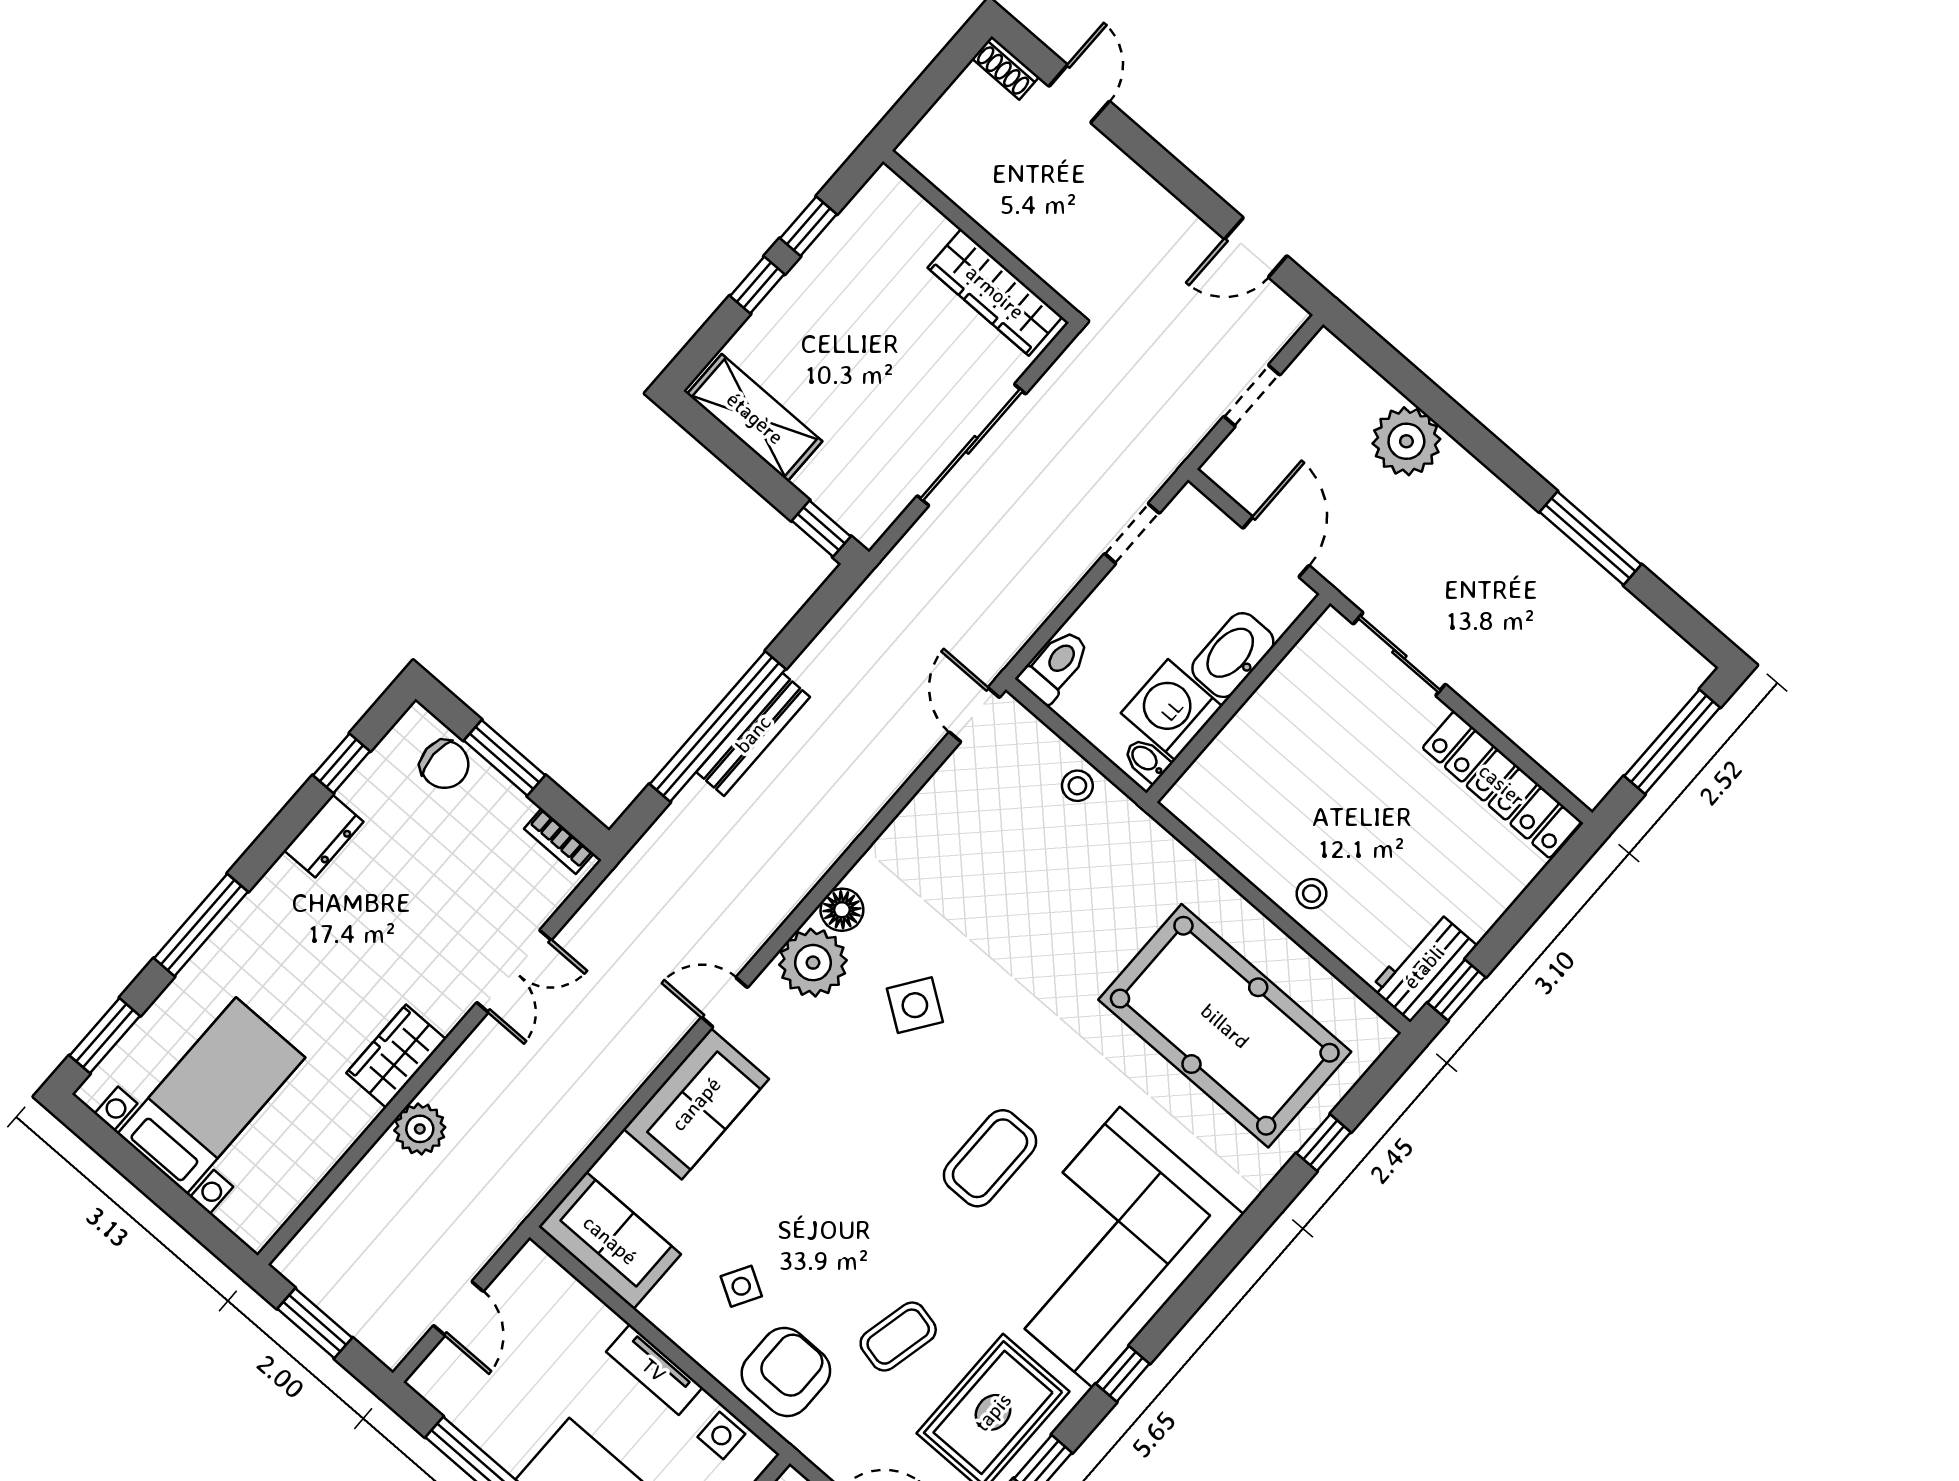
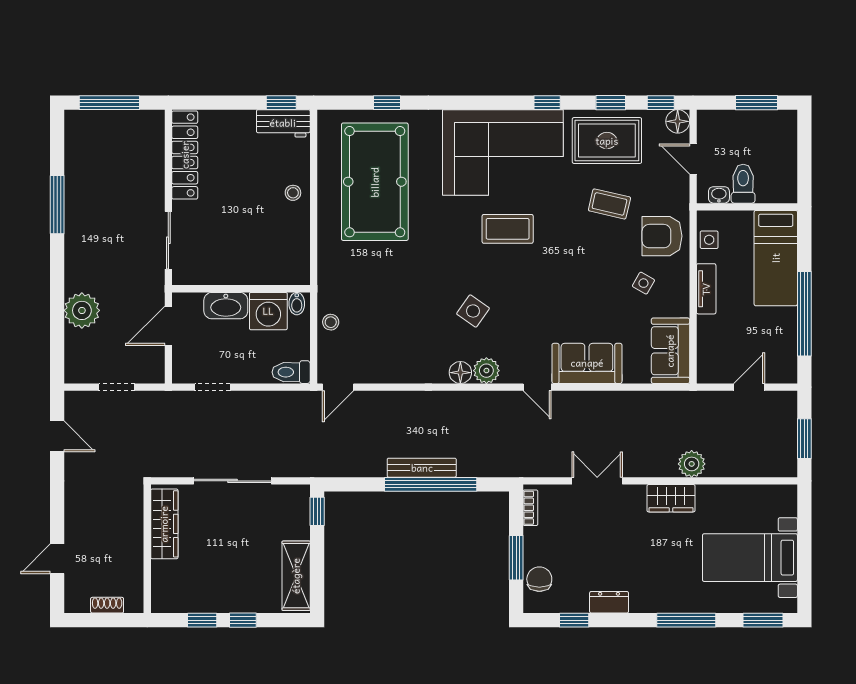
shoe rack: (1005, 68) -> (107, 605), moved, turned -90
plant: (813, 963) -> (486, 371), width x0.73, depth x0.73

